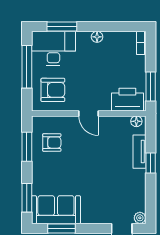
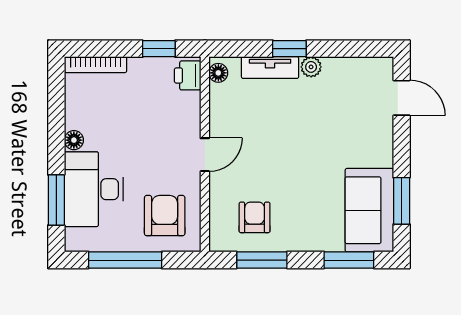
bookcase: (141, 43) -> (95, 65), width x1.56
desk: (53, 48) -> (94, 189), moved
window: (151, 87) -> (159, 49), width x0.67
printer: (127, 100) -> (188, 75), width x0.53, depth x0.68
plant: (140, 218) -> (311, 67), moved

